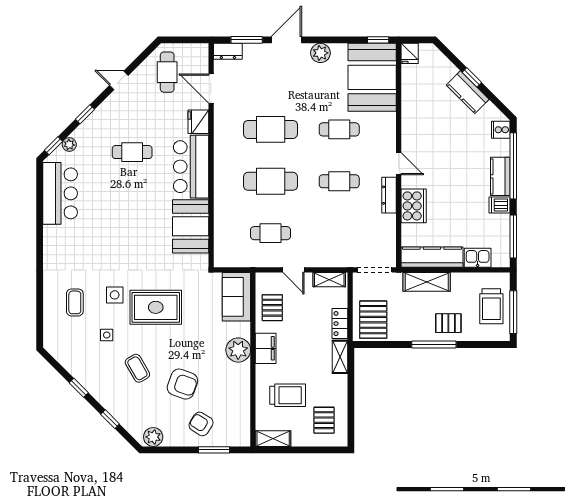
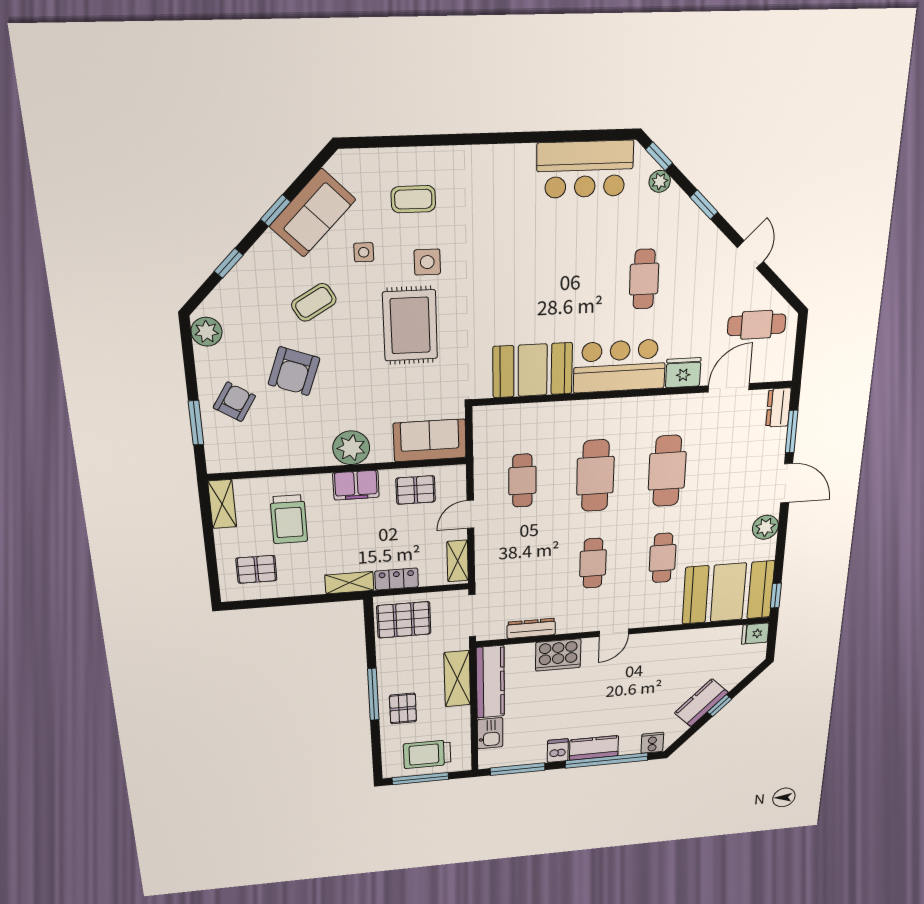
dresser: (389, 195) -> (531, 628), moved
sofa: (81, 365) -> (313, 213), added

